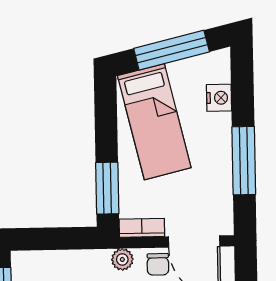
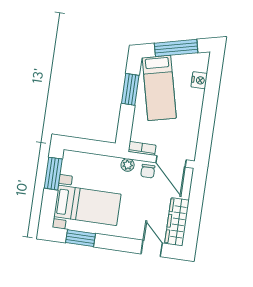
window: (244, 161) -> (208, 119), removed
window: (107, 188) -> (130, 89), moved

